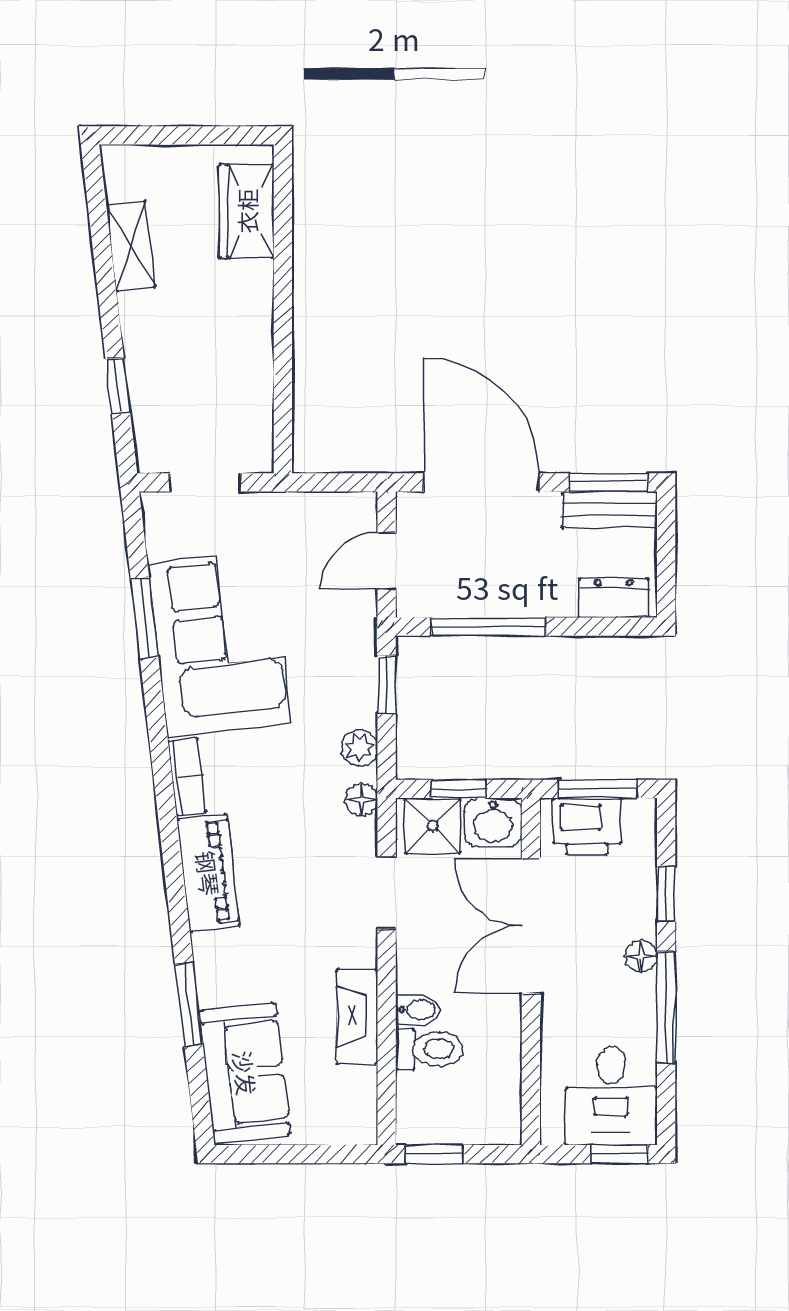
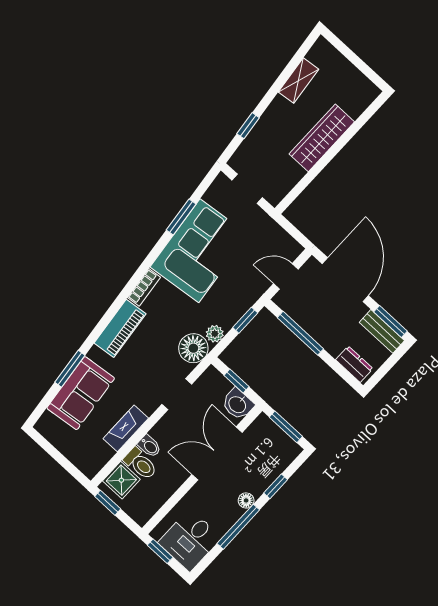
wardrobe: (247, 211) -> (322, 138), moved, width x1.50
floor lamp: (362, 800) -> (193, 348), width x1.89, depth x1.89
shower: (433, 826) -> (121, 480), moved
printer: (587, 826) -> (270, 437), removed
sofa: (245, 1073) -> (81, 393), moved
window: (620, 1154) -> (160, 551), moved

